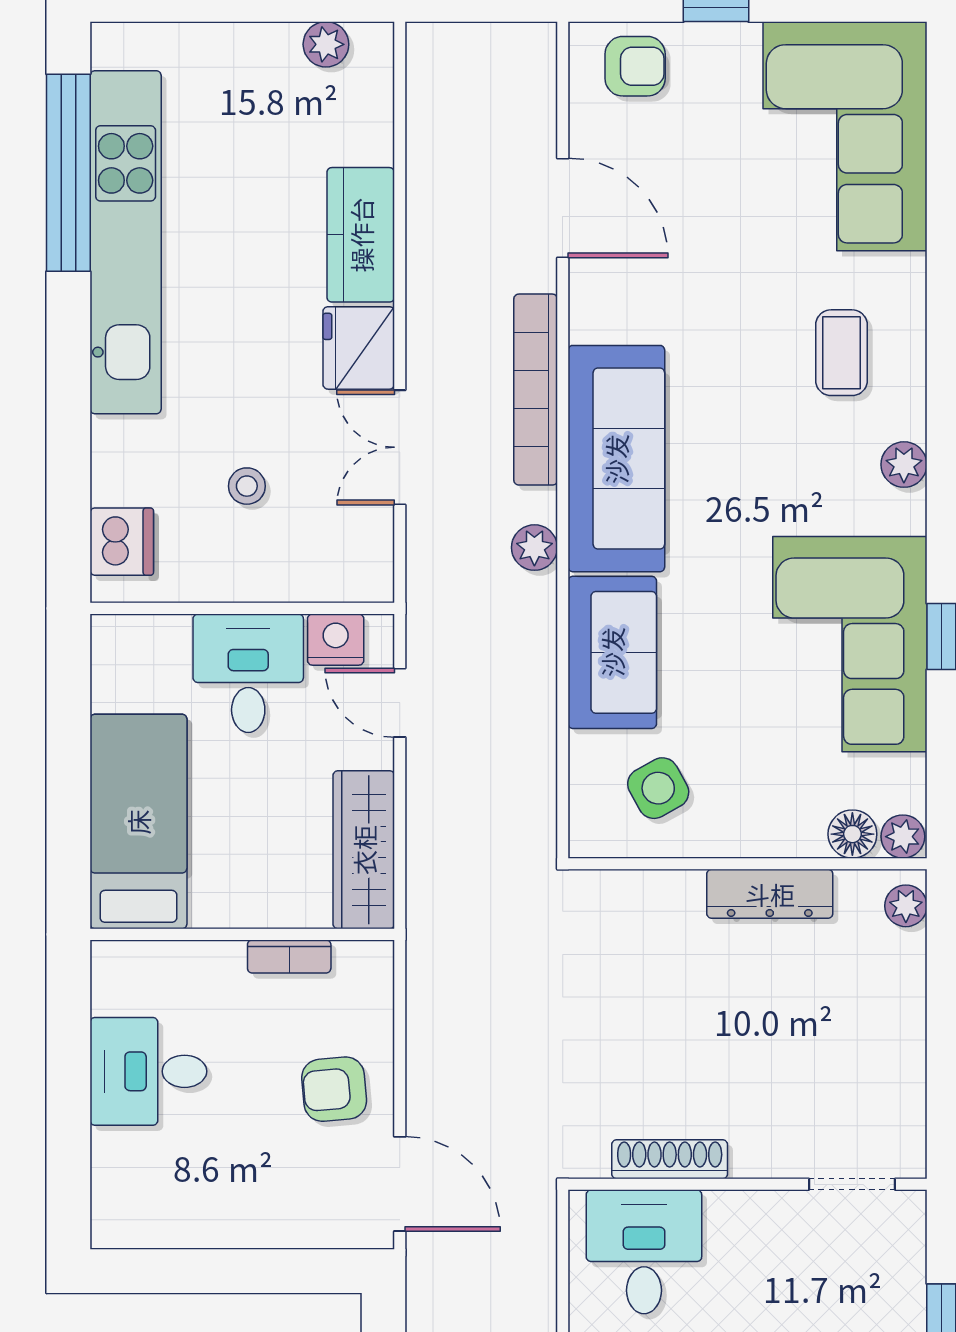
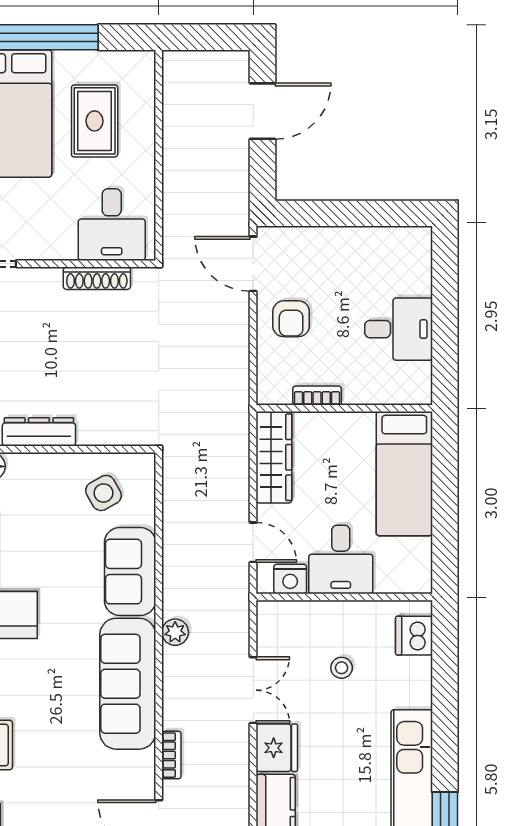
bookcase: (536, 390) -> (171, 755), width x0.43, depth x0.76
armchair: (334, 1089) -> (291, 319), turned 95

